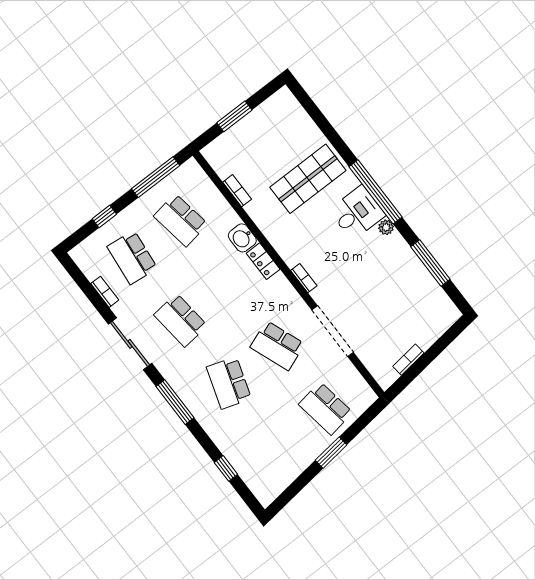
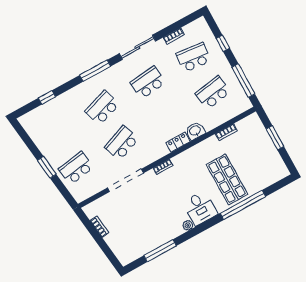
window: (376, 192) -> (243, 205), moved
school desk: (229, 383) -> (102, 108), turned -36

